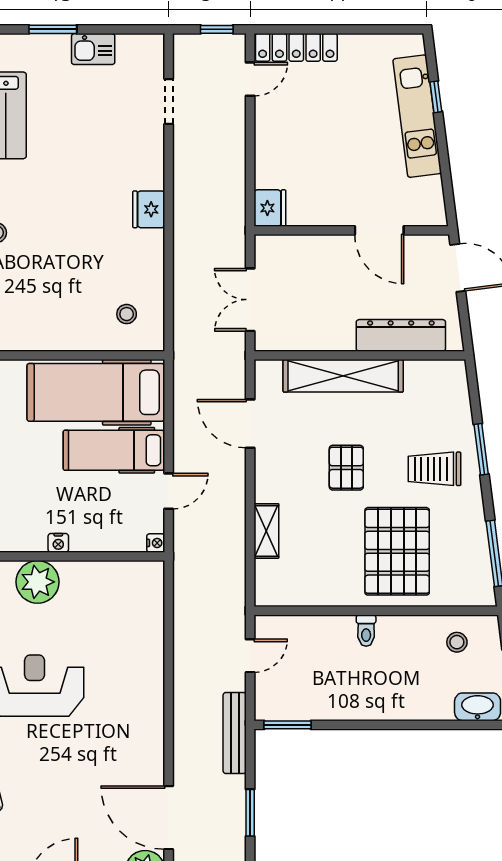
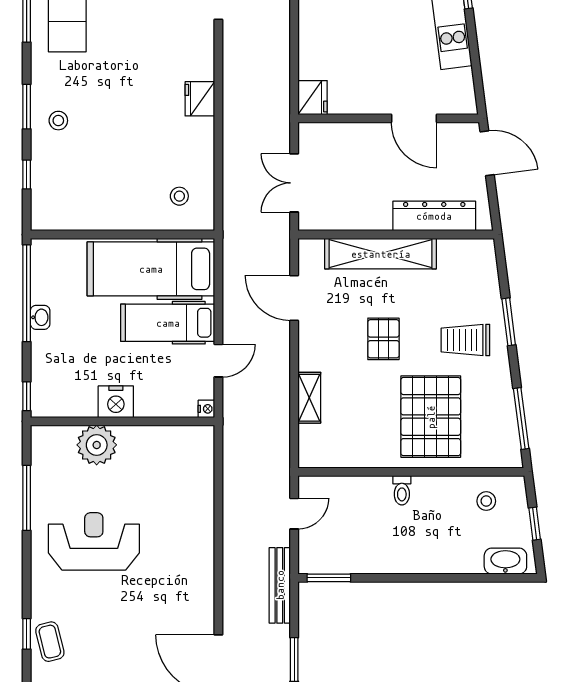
nightstand: (58, 543) -> (116, 402), width x1.89, depth x1.79

